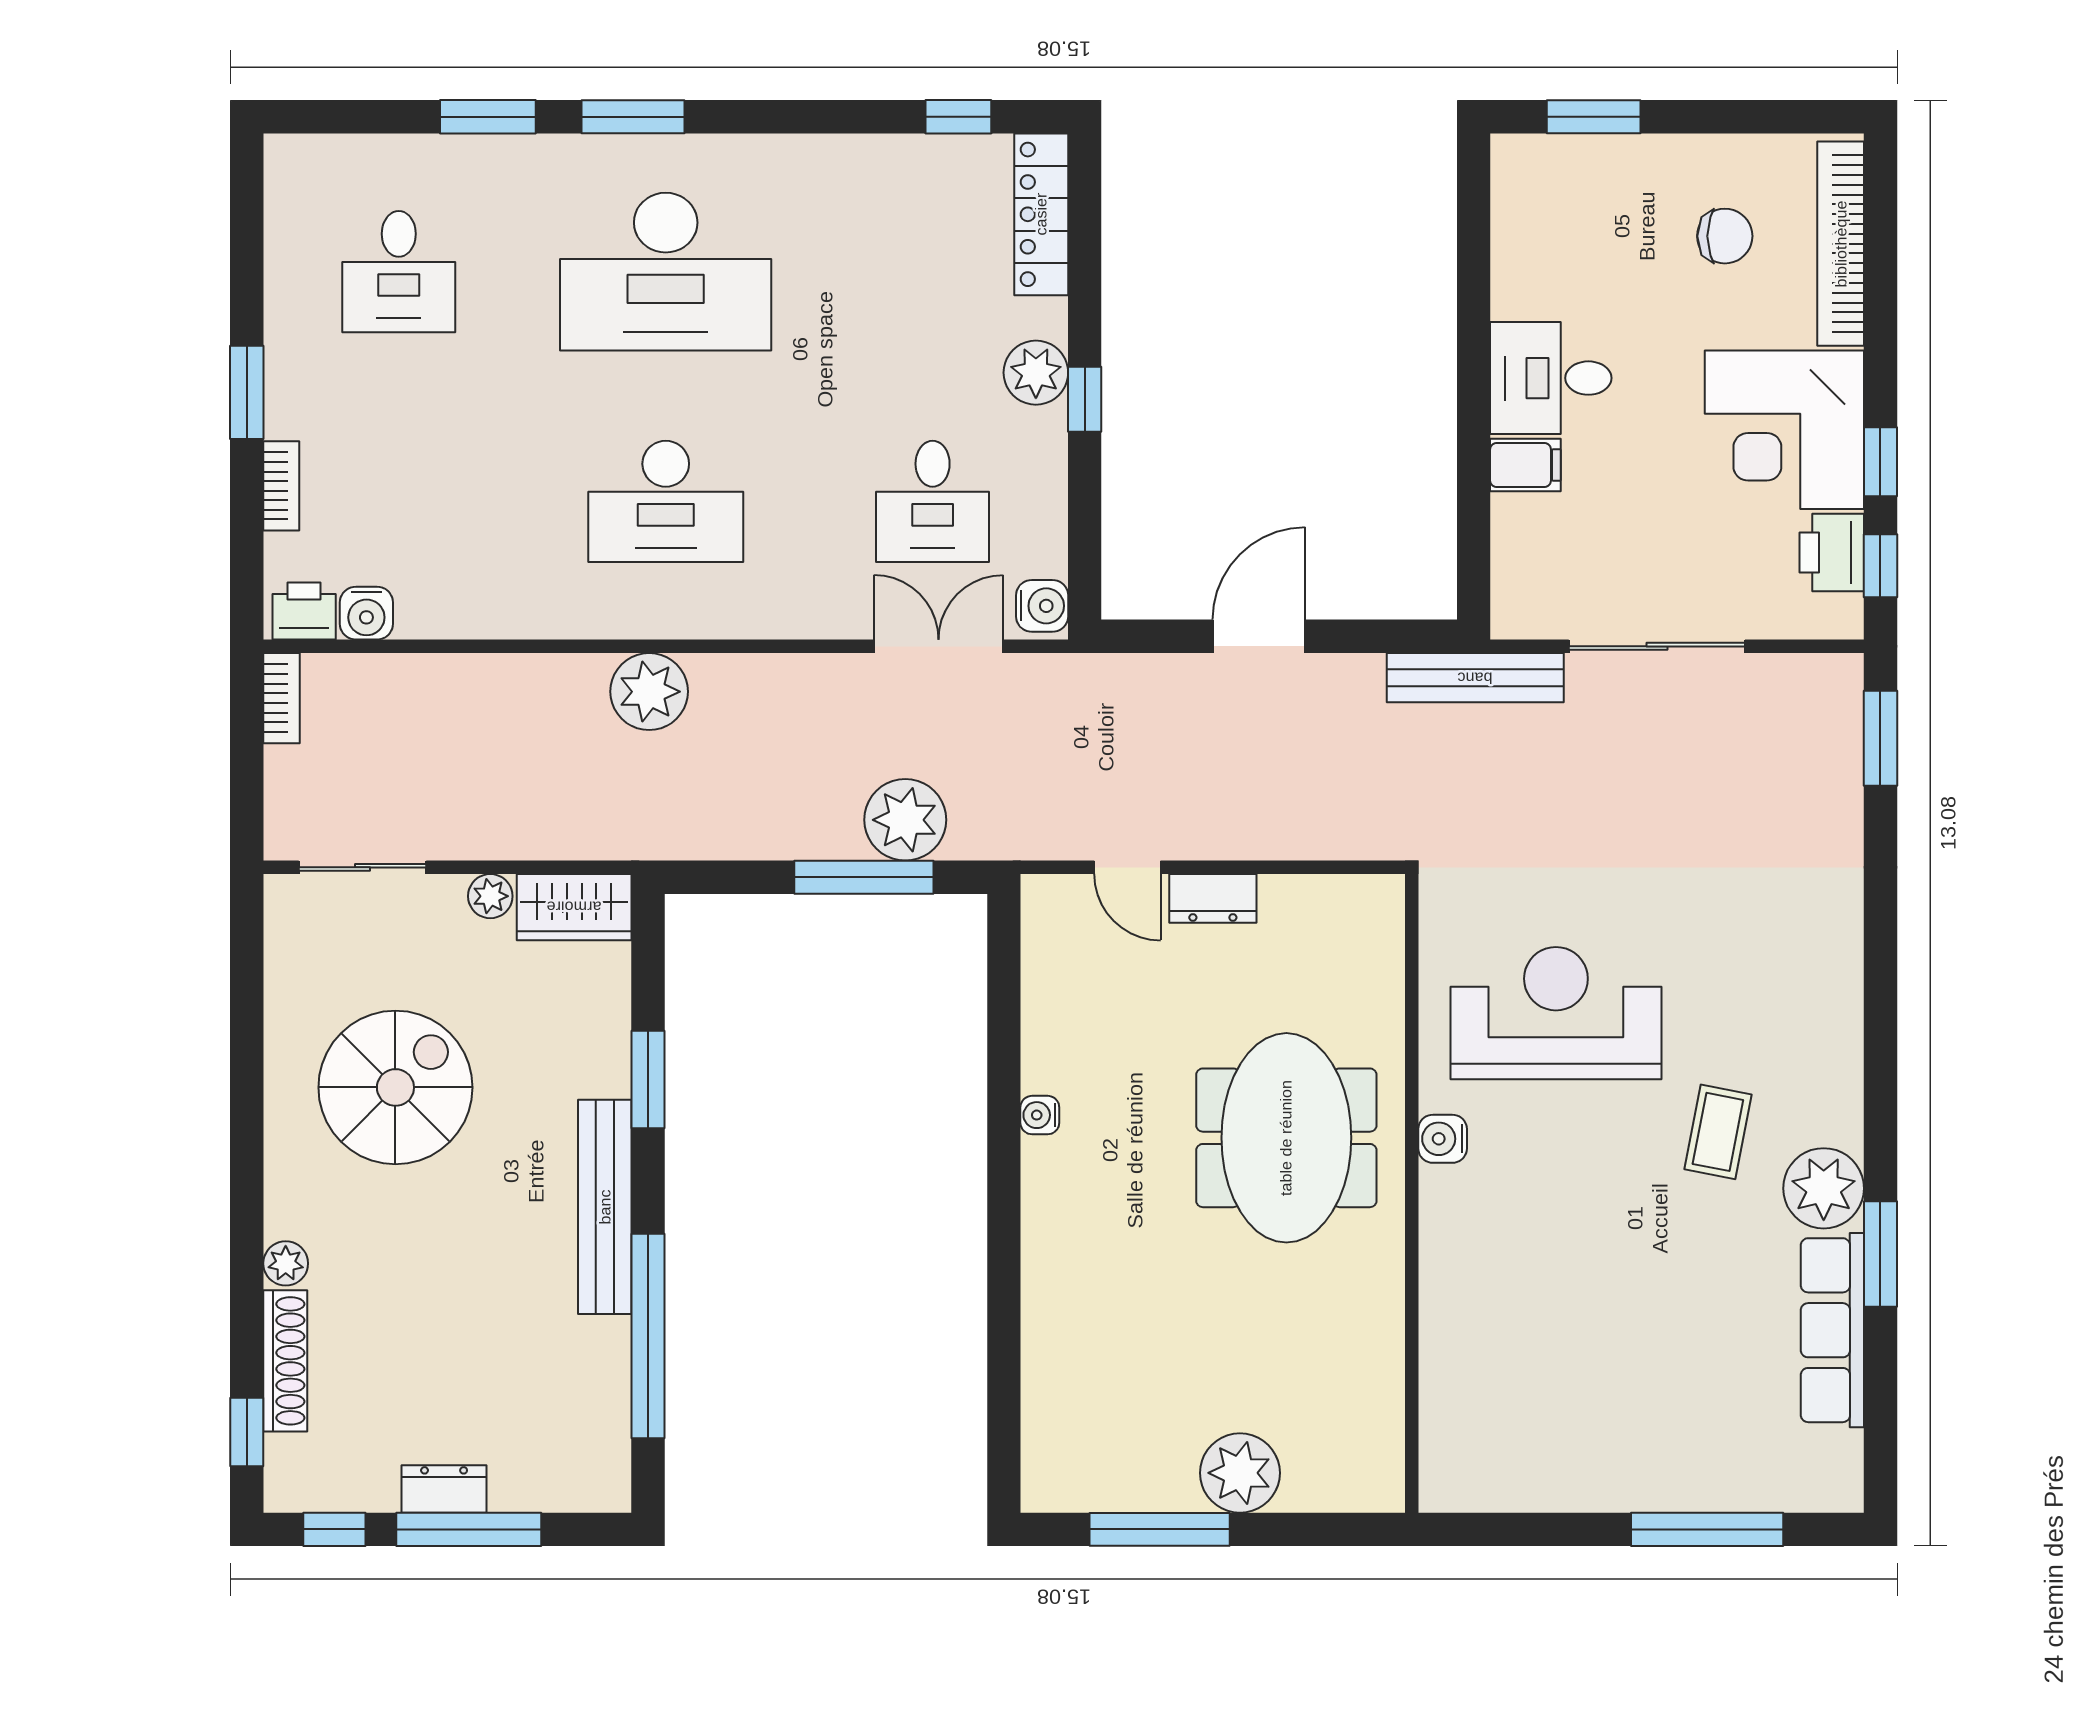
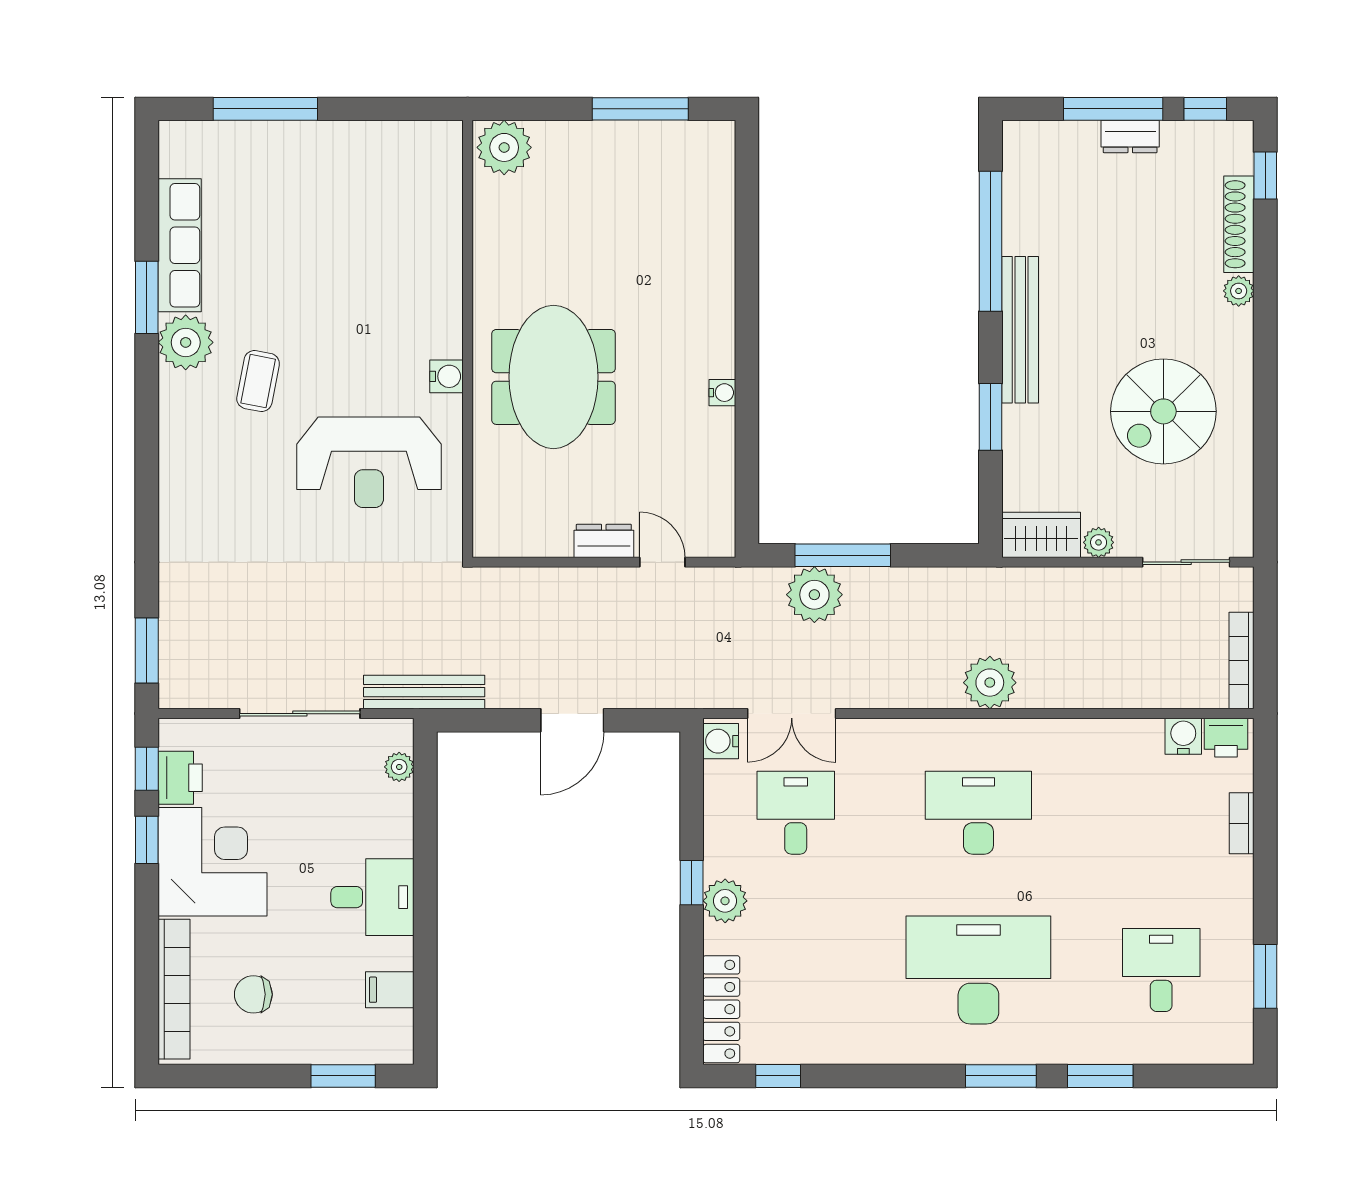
window: (247, 392) -> (1265, 976), moved
filing cabinet: (1525, 465) -> (390, 990), moved
plant: (1512, 568) -> (399, 767), added
bookcase: (281, 698) -> (1242, 661), width x1.56
plant: (1240, 1473) -> (504, 147), moved

